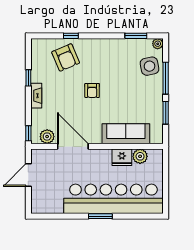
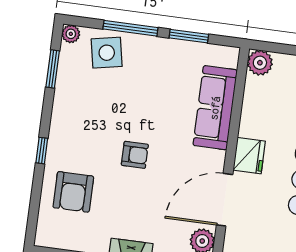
window: (71, 36) -> (42, 151), moved
armchair: (66, 57) -> (73, 192), turned 113
plant: (140, 156) -> (260, 63), moved
fridge: (122, 157) -> (249, 156), moved

